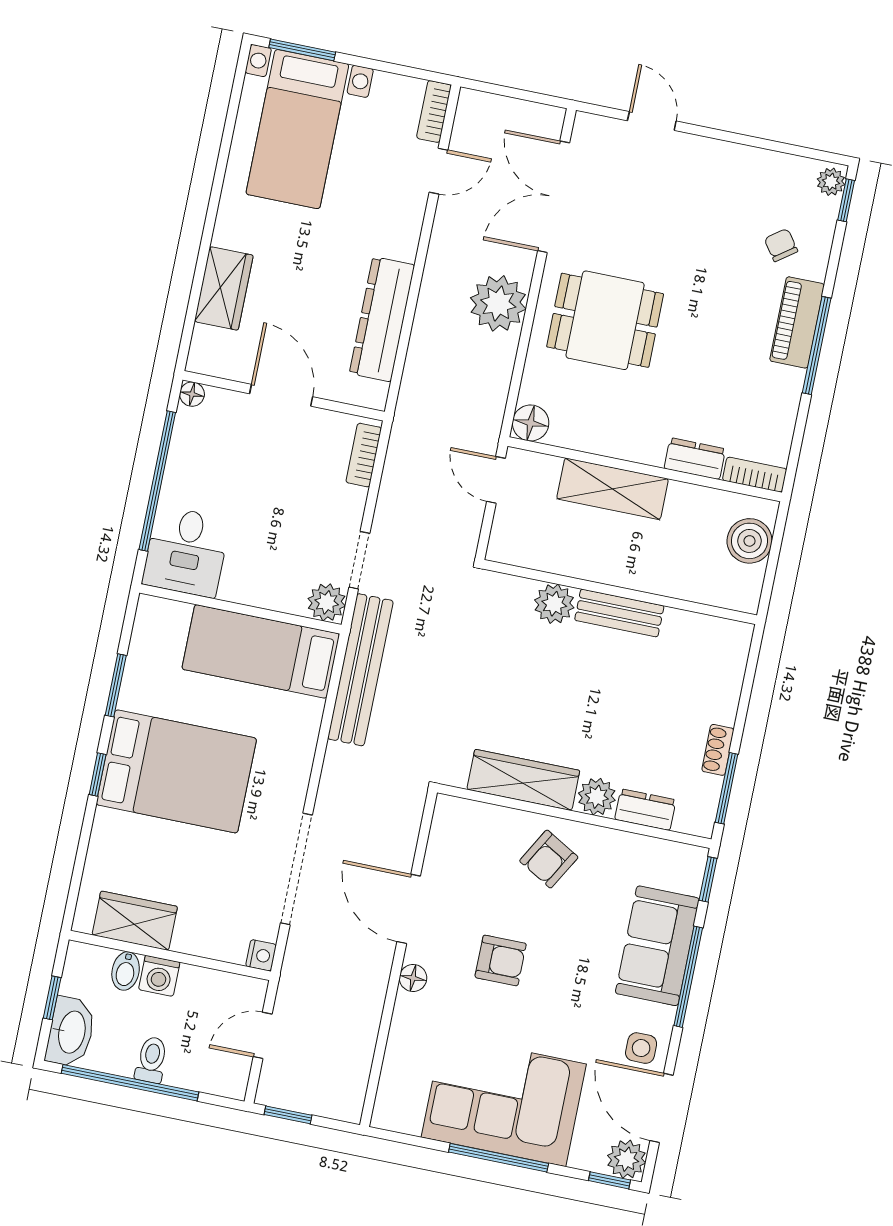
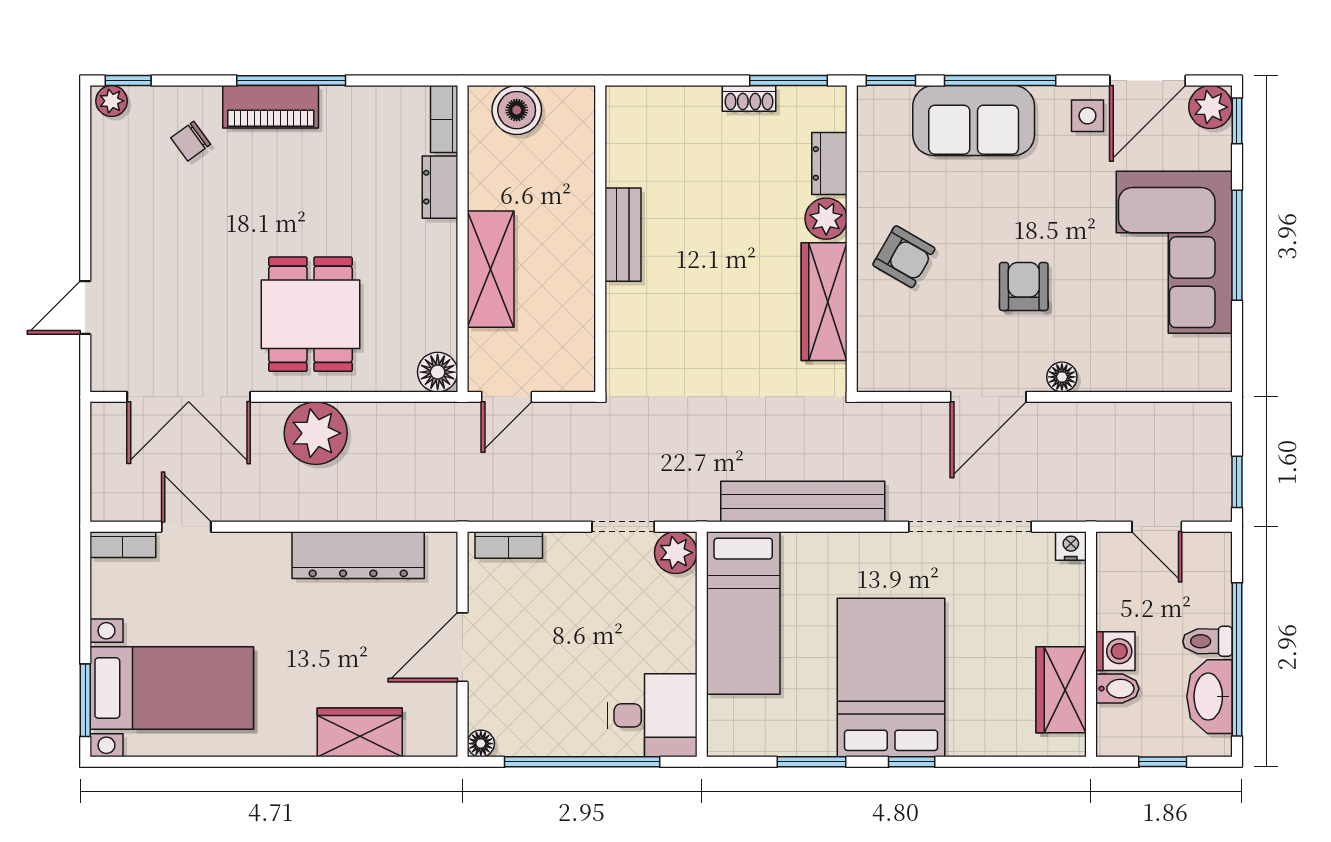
plant: (554, 604) -> (627, 307), removed
bench: (360, 670) -> (803, 501), moved
washbasin: (71, 1032) -> (1210, 697), moved, turned -90

